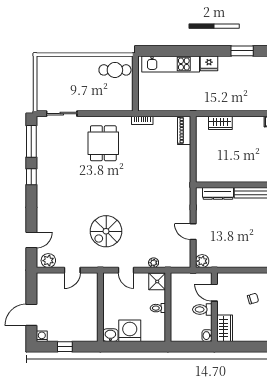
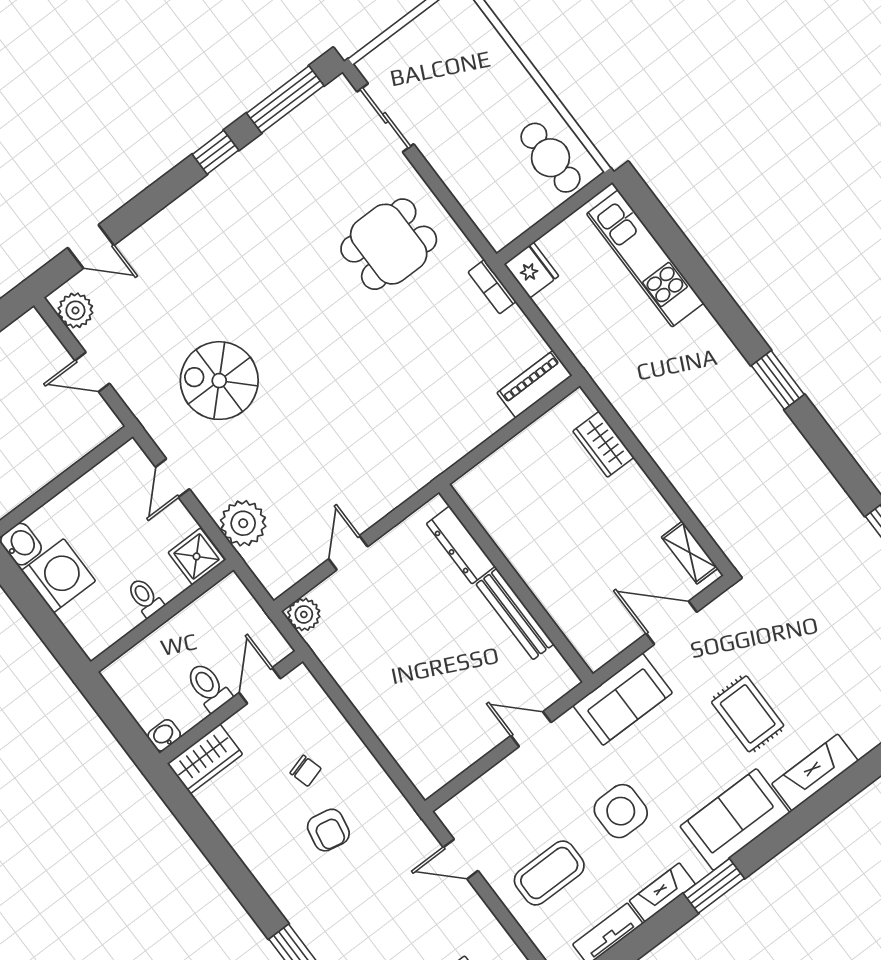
fridge: (209, 63) -> (531, 270), moved, turned 180
plant: (154, 263) -> (243, 523), width x1.88, depth x1.88

